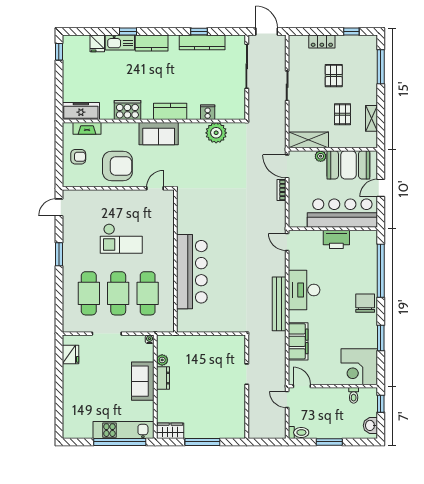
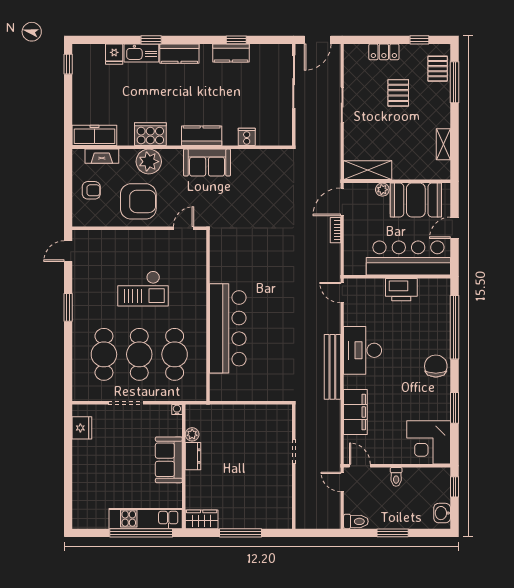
door: (267, 31) -> (318, 40), swing flipped
kitchen counter: (202, 42) -> (231, 53), width x0.67
pallet: (343, 114) -> (438, 69), moved
plant: (216, 133) -> (149, 162), moved
sofa: (159, 134) -> (207, 163), moved
door: (287, 166) -> (342, 202), hinge flipped
toilet: (354, 395) -> (396, 477), moved

